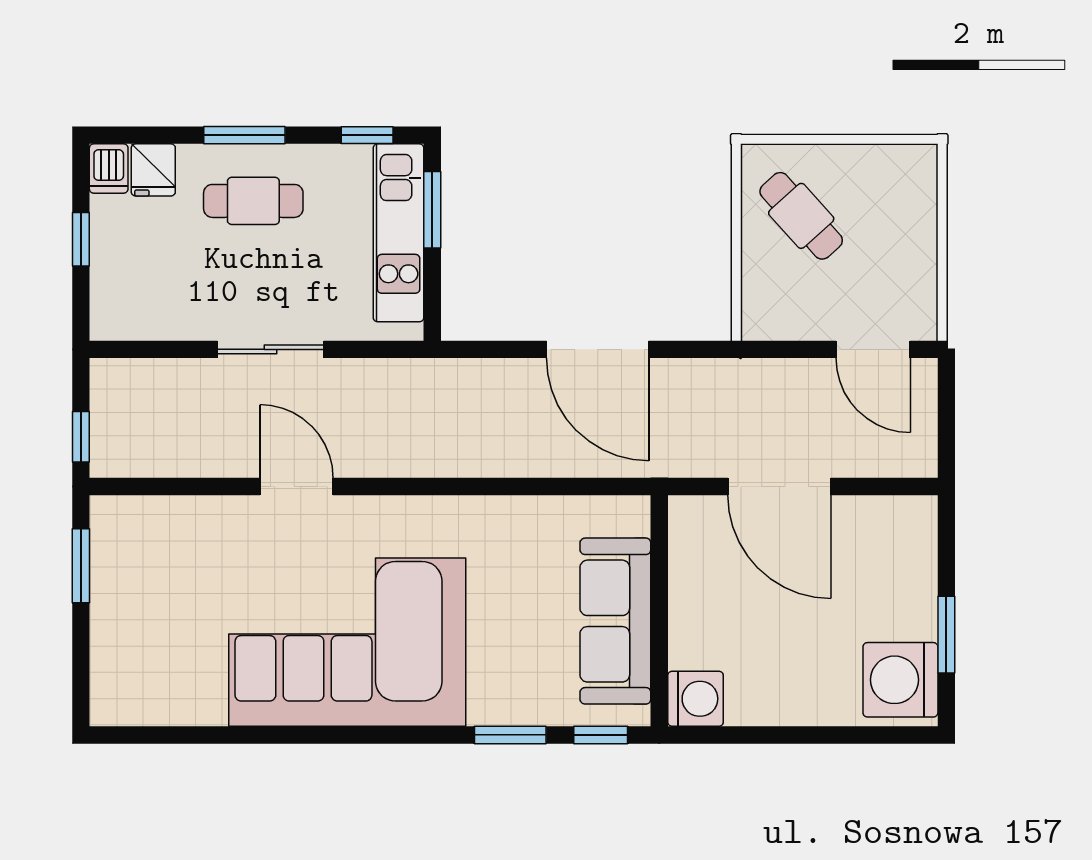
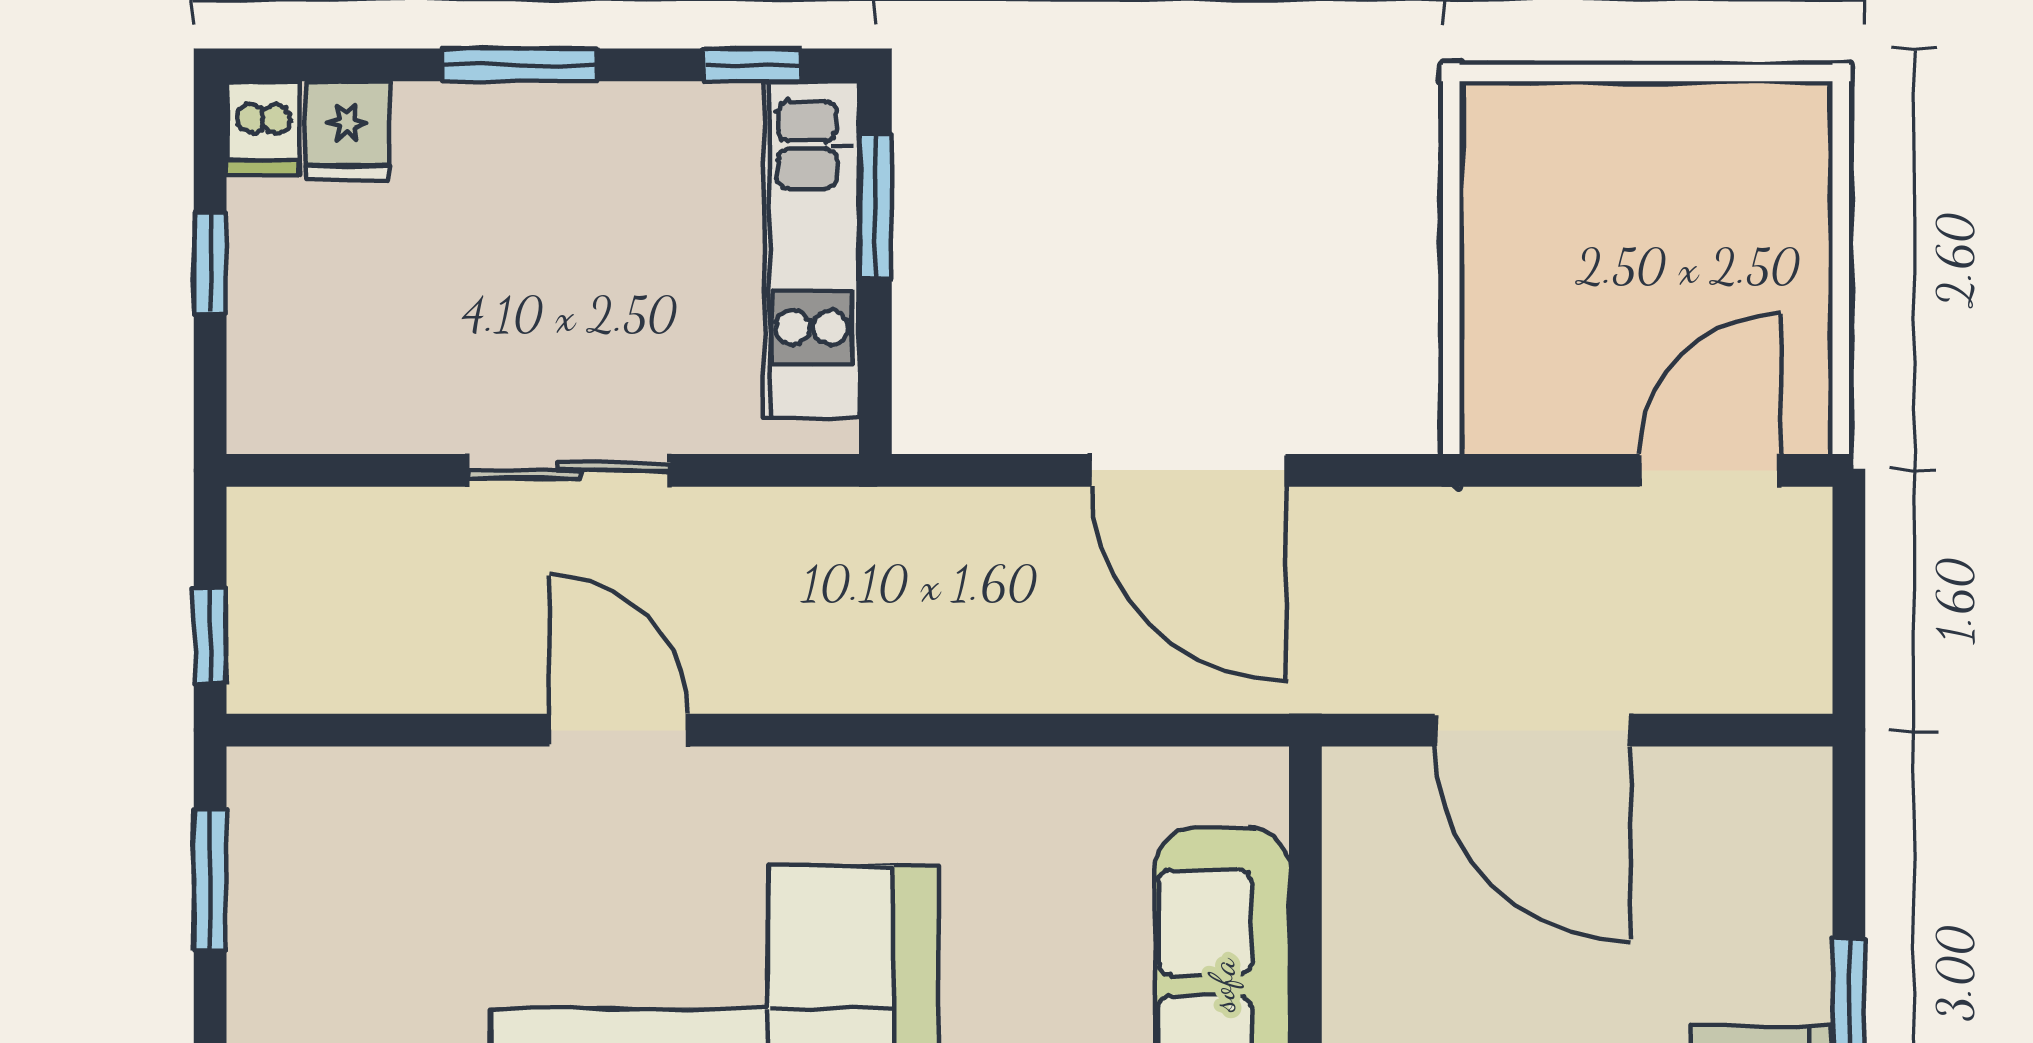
cafe table: (253, 201) -> (537, 189), removed
cafe table: (801, 216) -> (1574, 218), removed
door: (873, 349) -> (1710, 470), swing flipped

